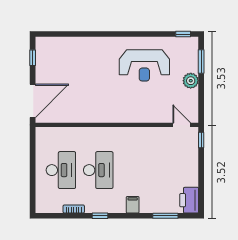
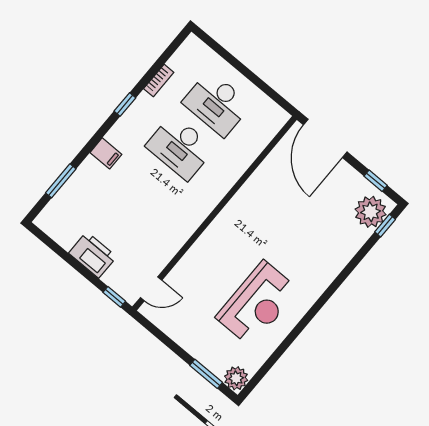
window: (183, 34) -> (385, 226), moved
plant: (50, 47) -> (371, 212), added
reception desk: (144, 65) -> (257, 304), turned 180
plant: (191, 81) -> (236, 378), moved
printer: (189, 200) -> (93, 255), moved

